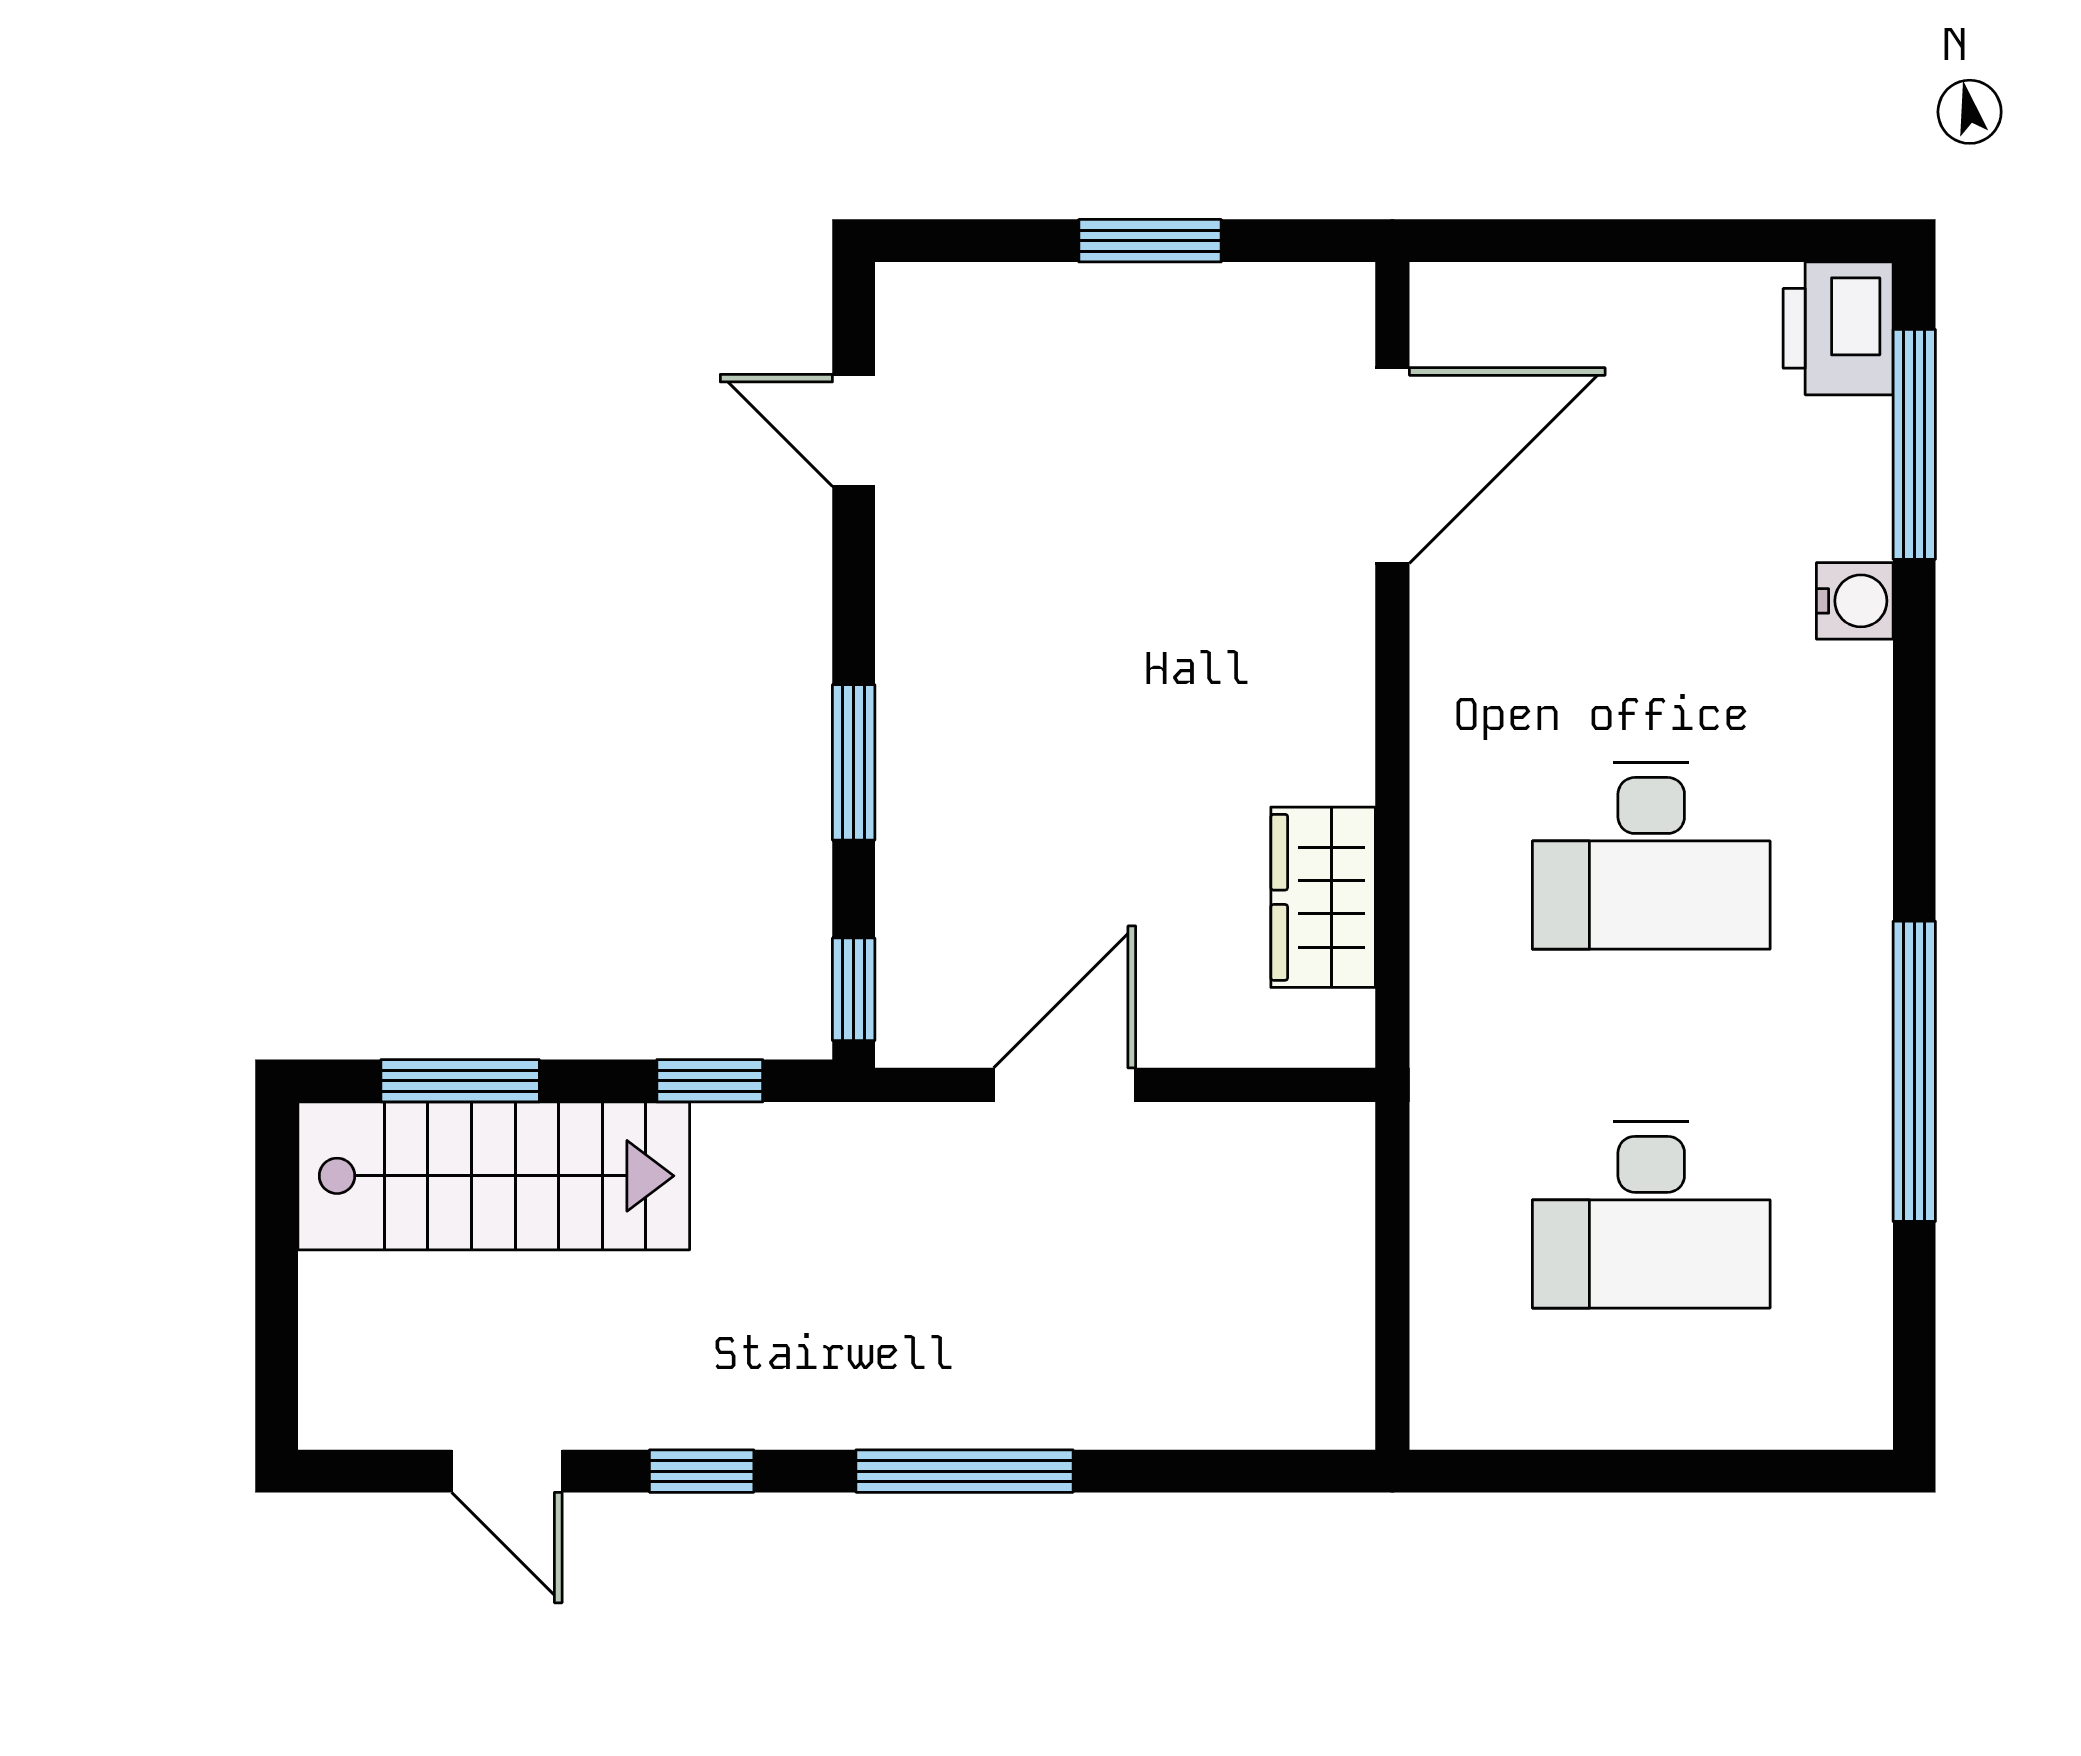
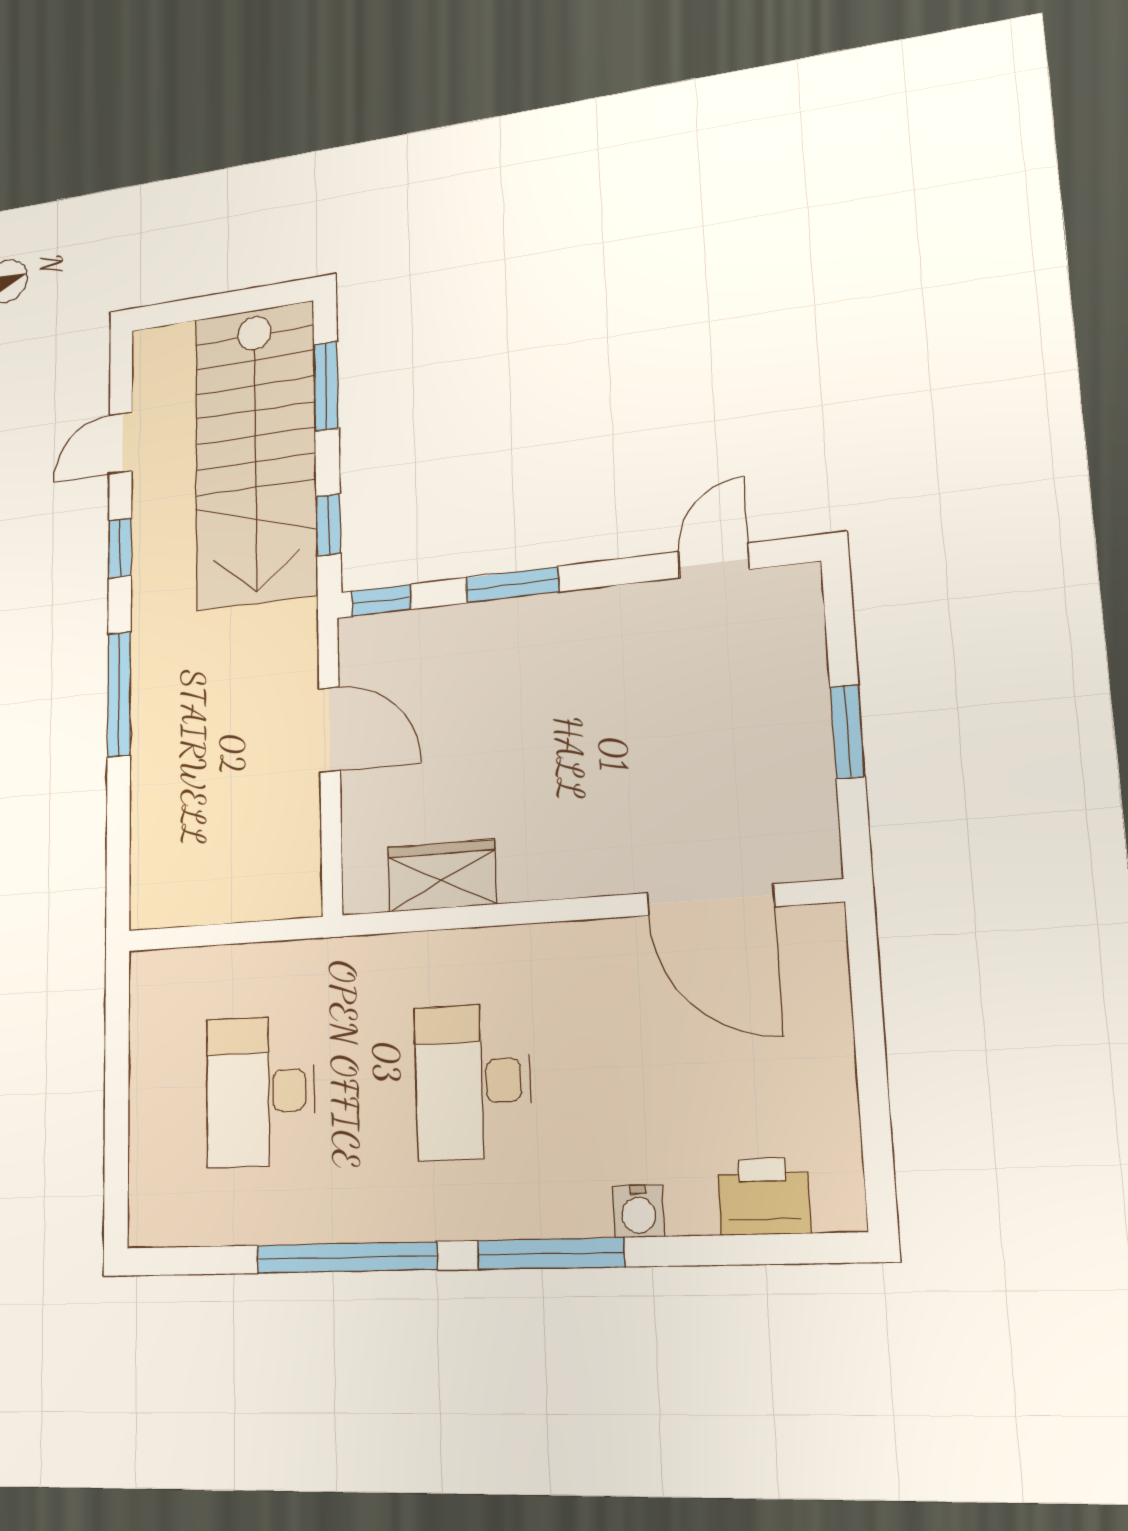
printer: (1838, 328) -> (763, 1196), moved
window: (1914, 444) -> (550, 1254), moved
stairs: (494, 1176) -> (255, 454), width x1.36, depth x1.51

